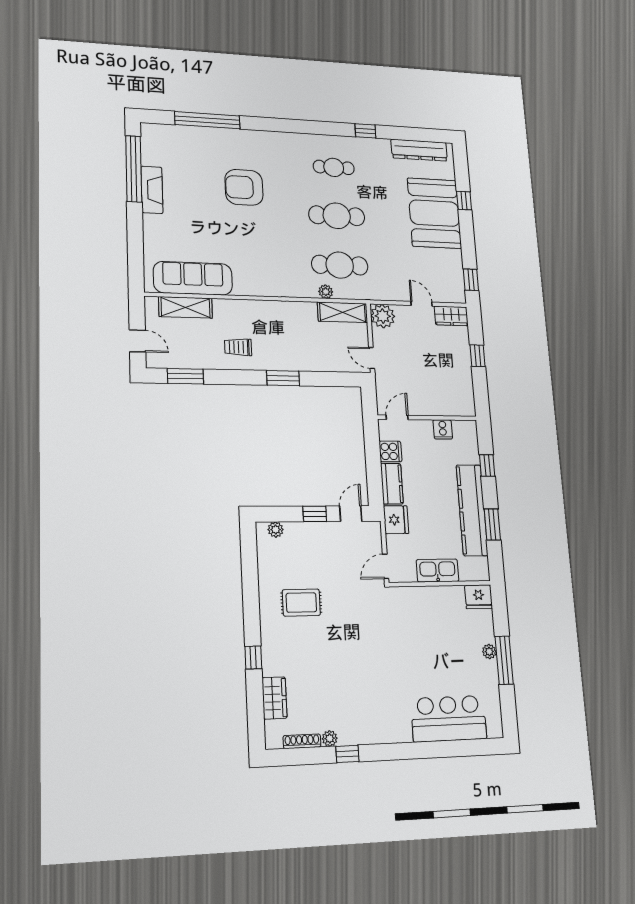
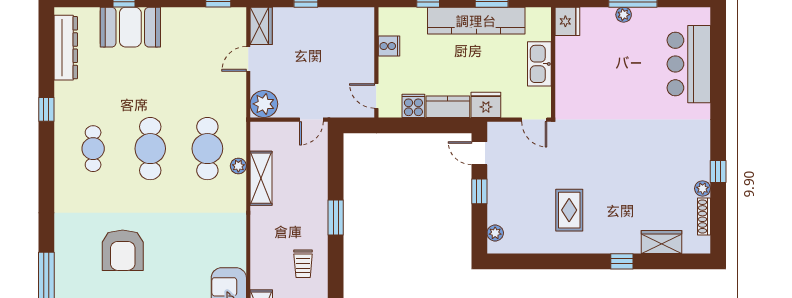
booth: (434, 213) -> (130, 27), width x0.73, depth x0.70
shelving: (343, 312) -> (261, 178), moved

